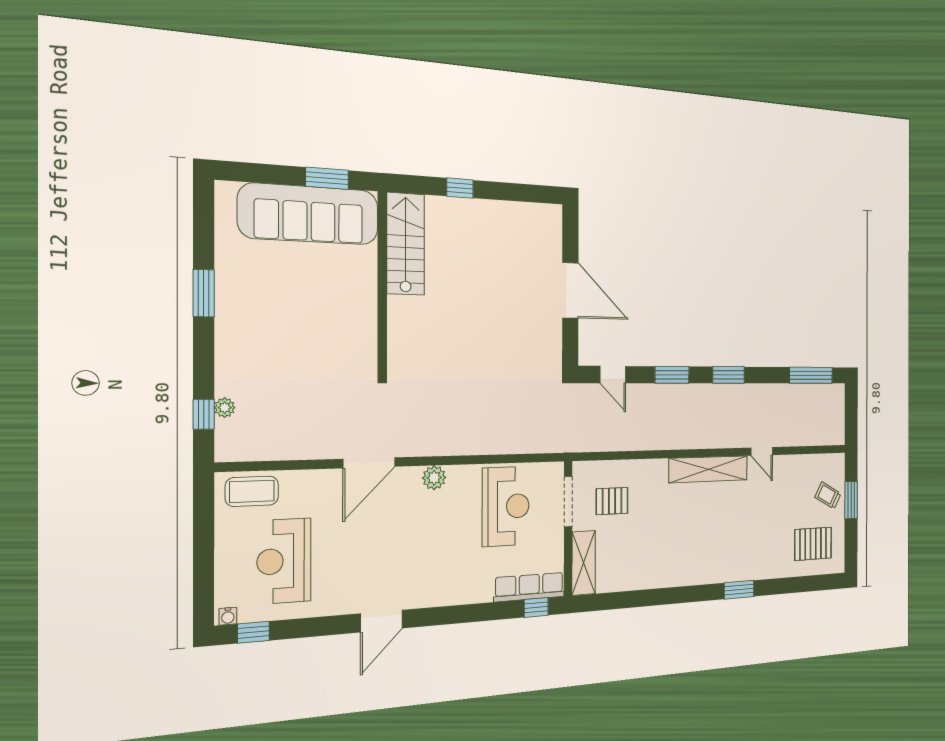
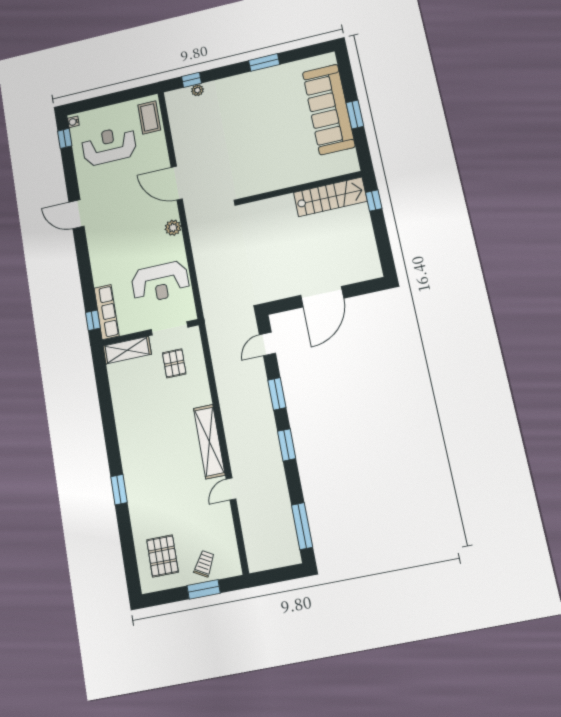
stairs: (406, 244) -> (330, 197), moved
wall: (382, 283) -> (300, 188), moved

